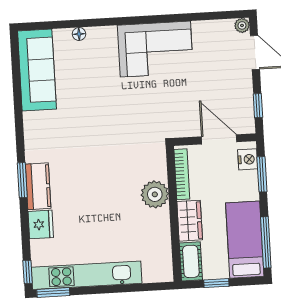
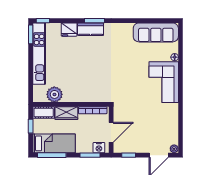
corner sofa: (155, 49) -> (164, 82), moved
plant: (155, 194) -> (54, 94), moved

